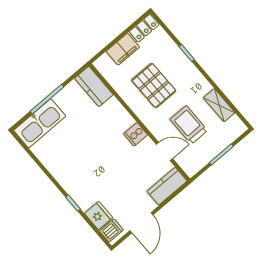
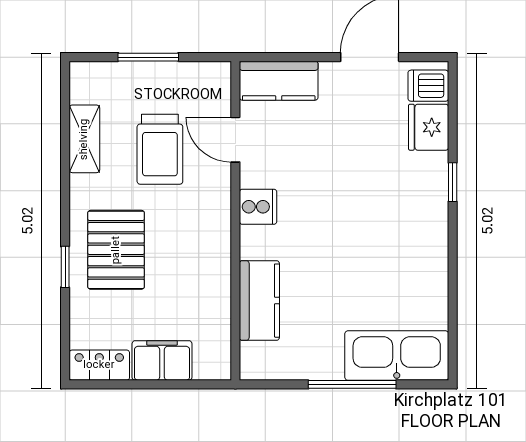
kitchen counter: (94, 86) -> (259, 301), moved
pallet: (154, 86) -> (116, 250), moved

